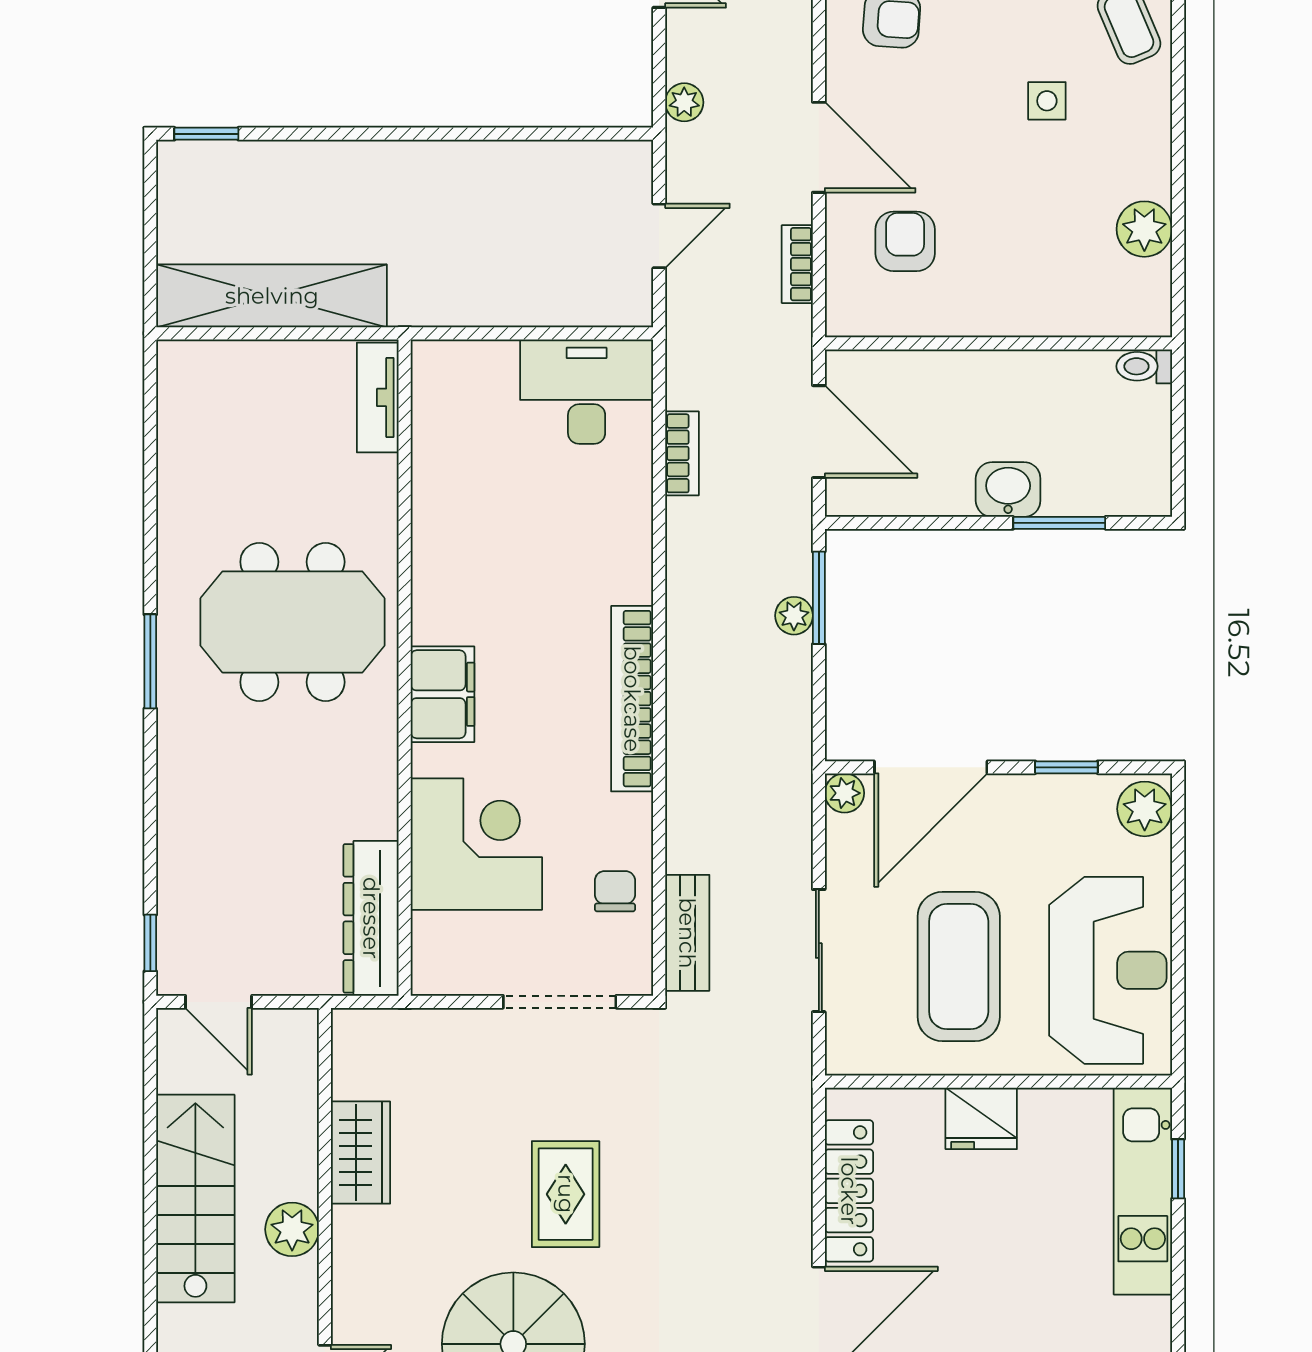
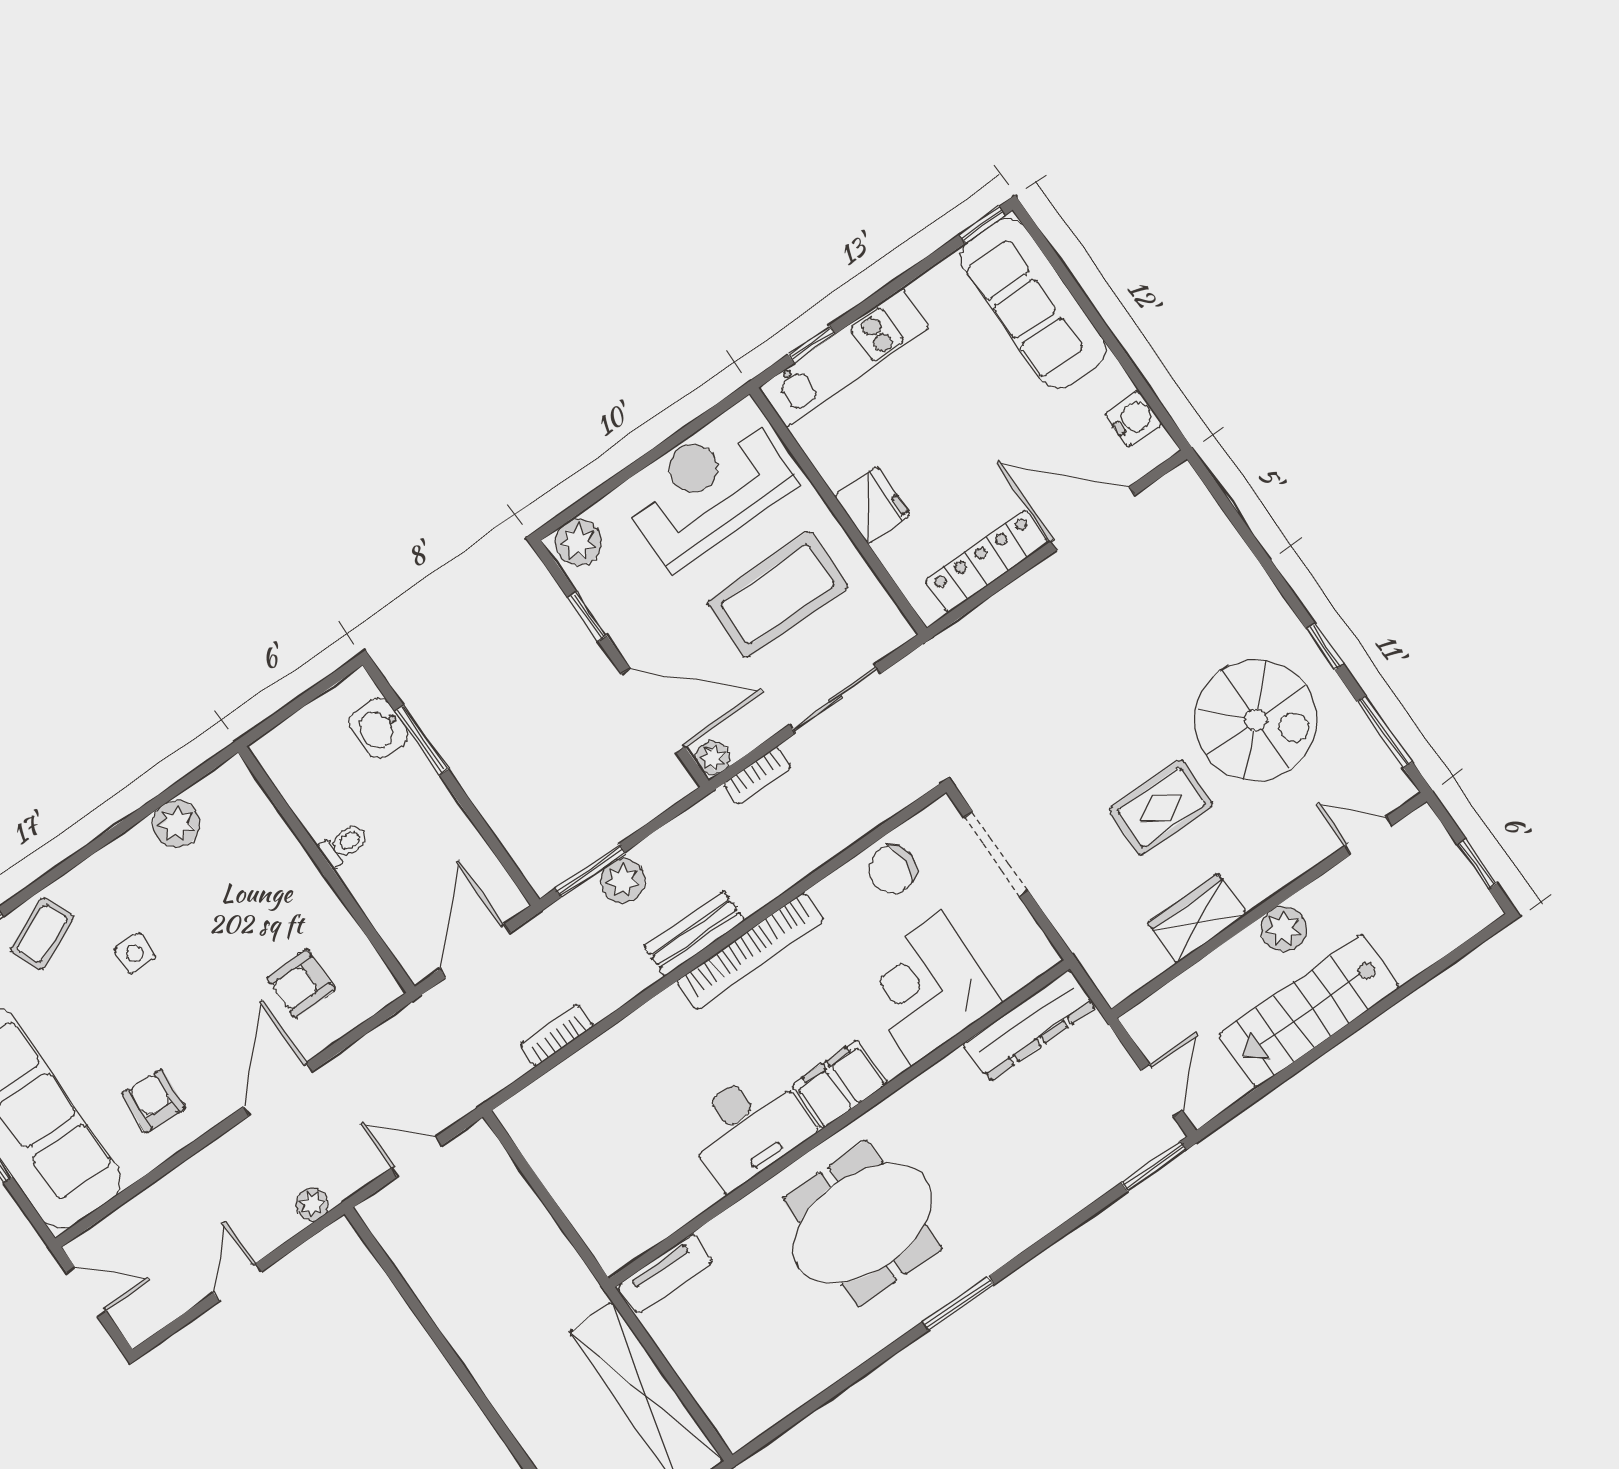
bookcase: (797, 264) -> (758, 775), moved
toilet: (1144, 366) -> (344, 845), moved, turned -90
desk: (587, 392) -> (748, 1128), moved, turned -90
washbasin: (1008, 490) -> (379, 728), moved
plant: (794, 616) -> (623, 880), width x1.38, depth x1.38
meeting table: (292, 622) -> (862, 1224), turned 90
chair: (615, 891) -> (892, 869), width x1.37, depth x1.37
bench: (687, 933) -> (694, 933), moved
window: (150, 943) -> (1154, 1166), width x1.50
rug: (566, 1194) -> (1161, 807), moved

